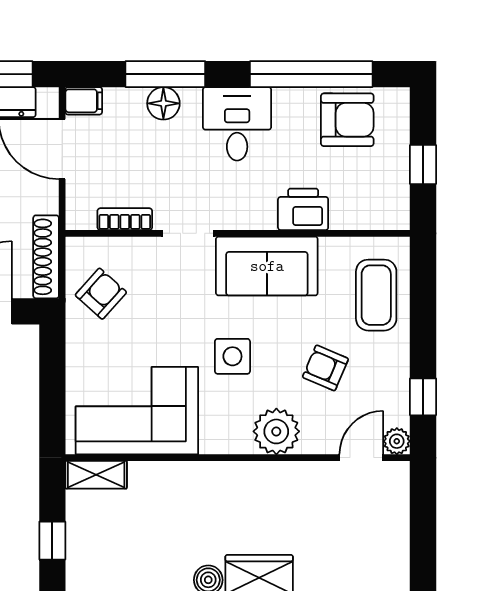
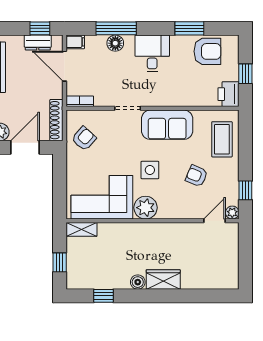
window: (311, 74) -> (189, 28), width x0.47
printer: (303, 209) -> (228, 94), moved, turned -90
bookcase: (125, 219) -> (80, 101), moved
plant: (276, 431) -> (146, 208), moved

